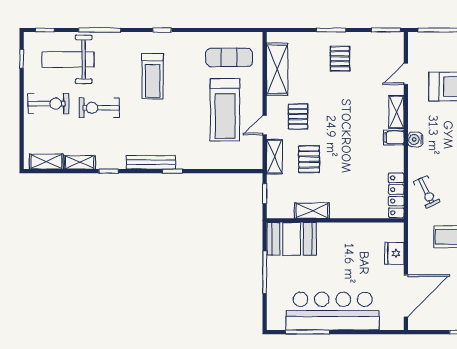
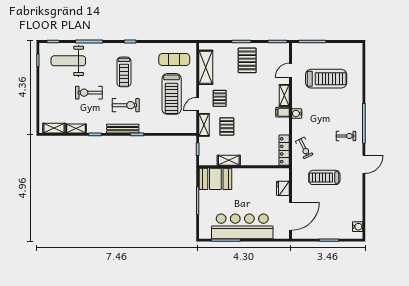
pallet: (340, 59) -> (247, 60), width x1.50, depth x1.42
exercise bike: (48, 104) -> (126, 105), moved

